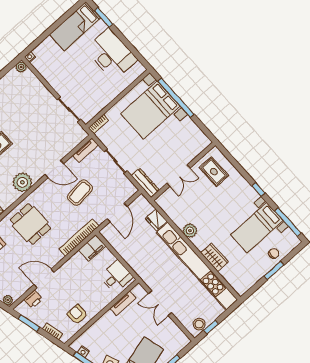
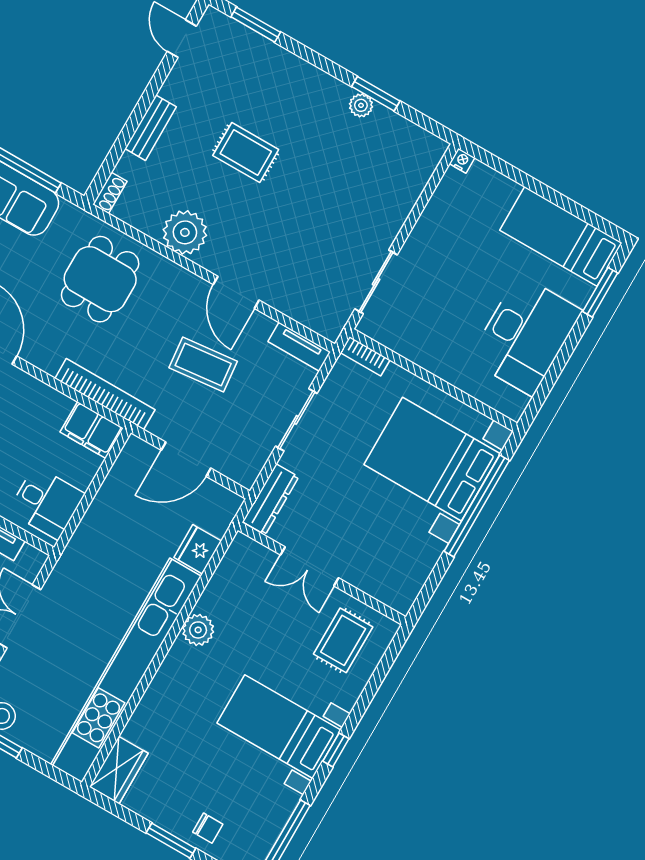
plant: (21, 67) -> (434, 148), removed
bed with nightstands: (257, 228) -> (279, 727), moved
wardrobe: (215, 257) -> (119, 770), moved

